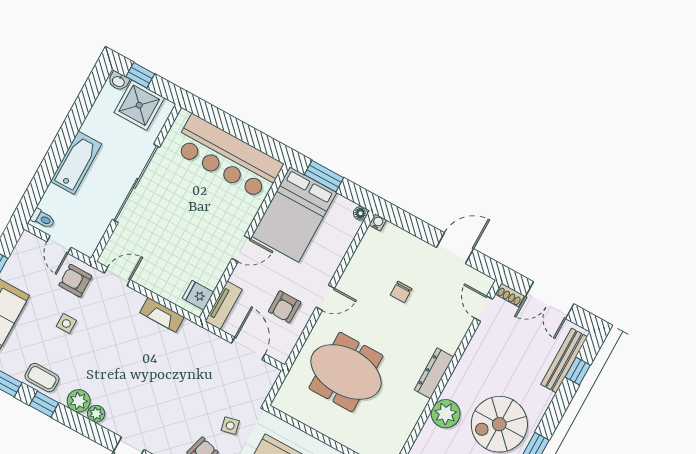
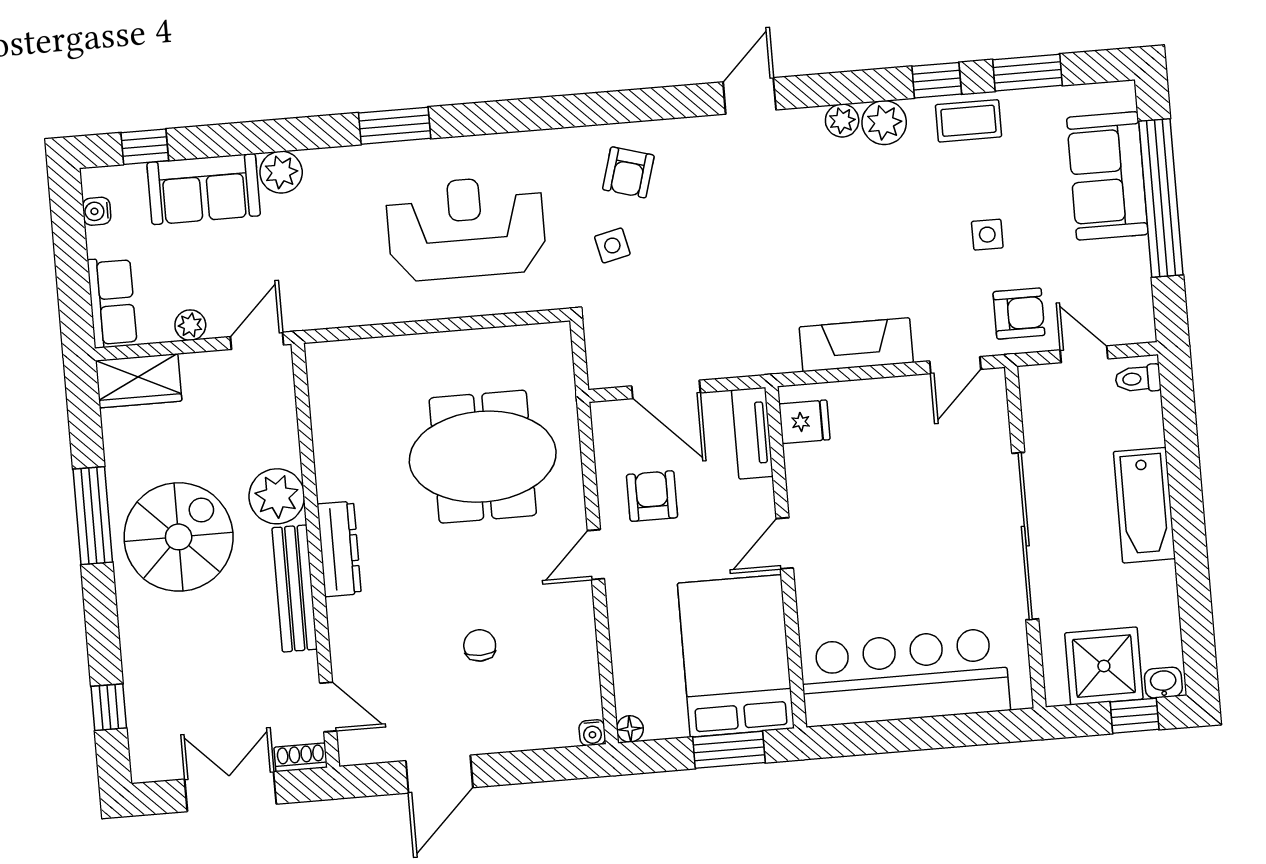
fireplace: (162, 315) -> (856, 345), width x1.37, depth x1.32
bench: (564, 360) -> (295, 588), moved

